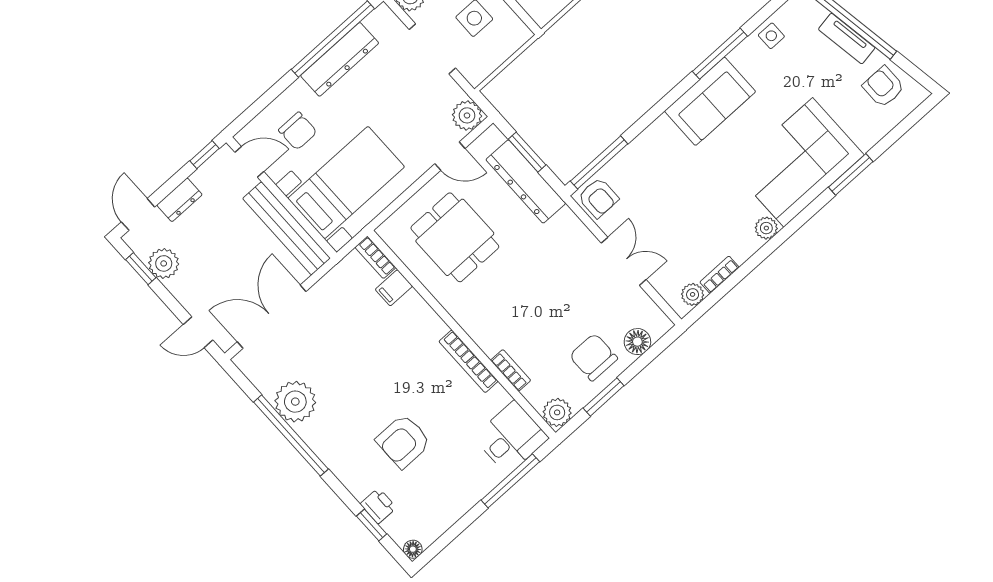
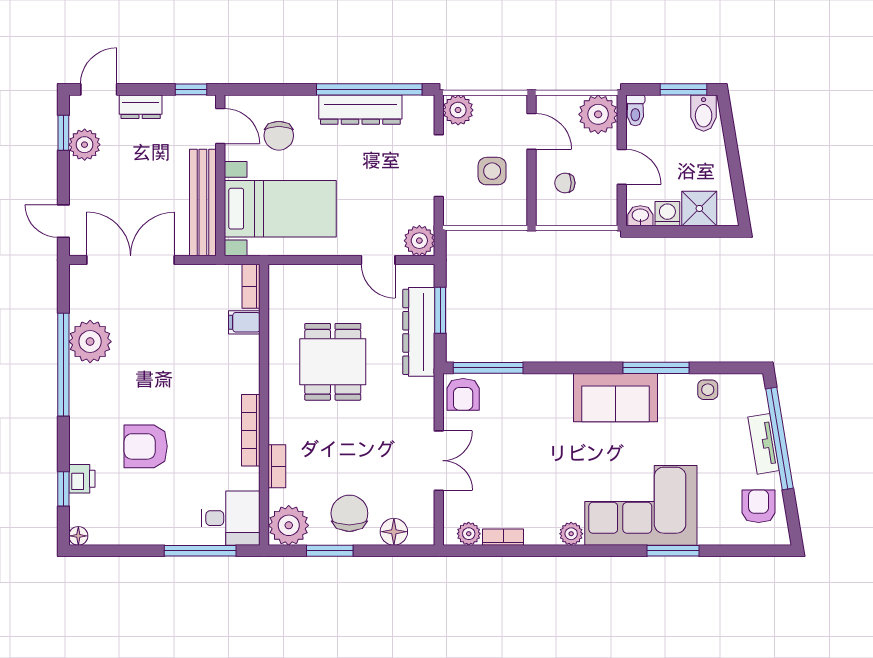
dining table: (455, 237) -> (333, 362), moved
plant: (557, 412) -> (289, 525), width x1.36, depth x1.36

